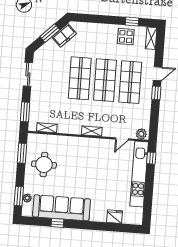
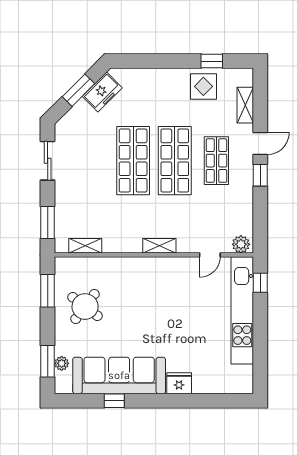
shelving: (151, 38) -> (245, 105), moved
shop shelf: (130, 82) -> (216, 161), width x0.70, depth x0.74
round table: (44, 165) -> (85, 307), turned 37
fridge: (115, 217) -> (179, 383), moved

